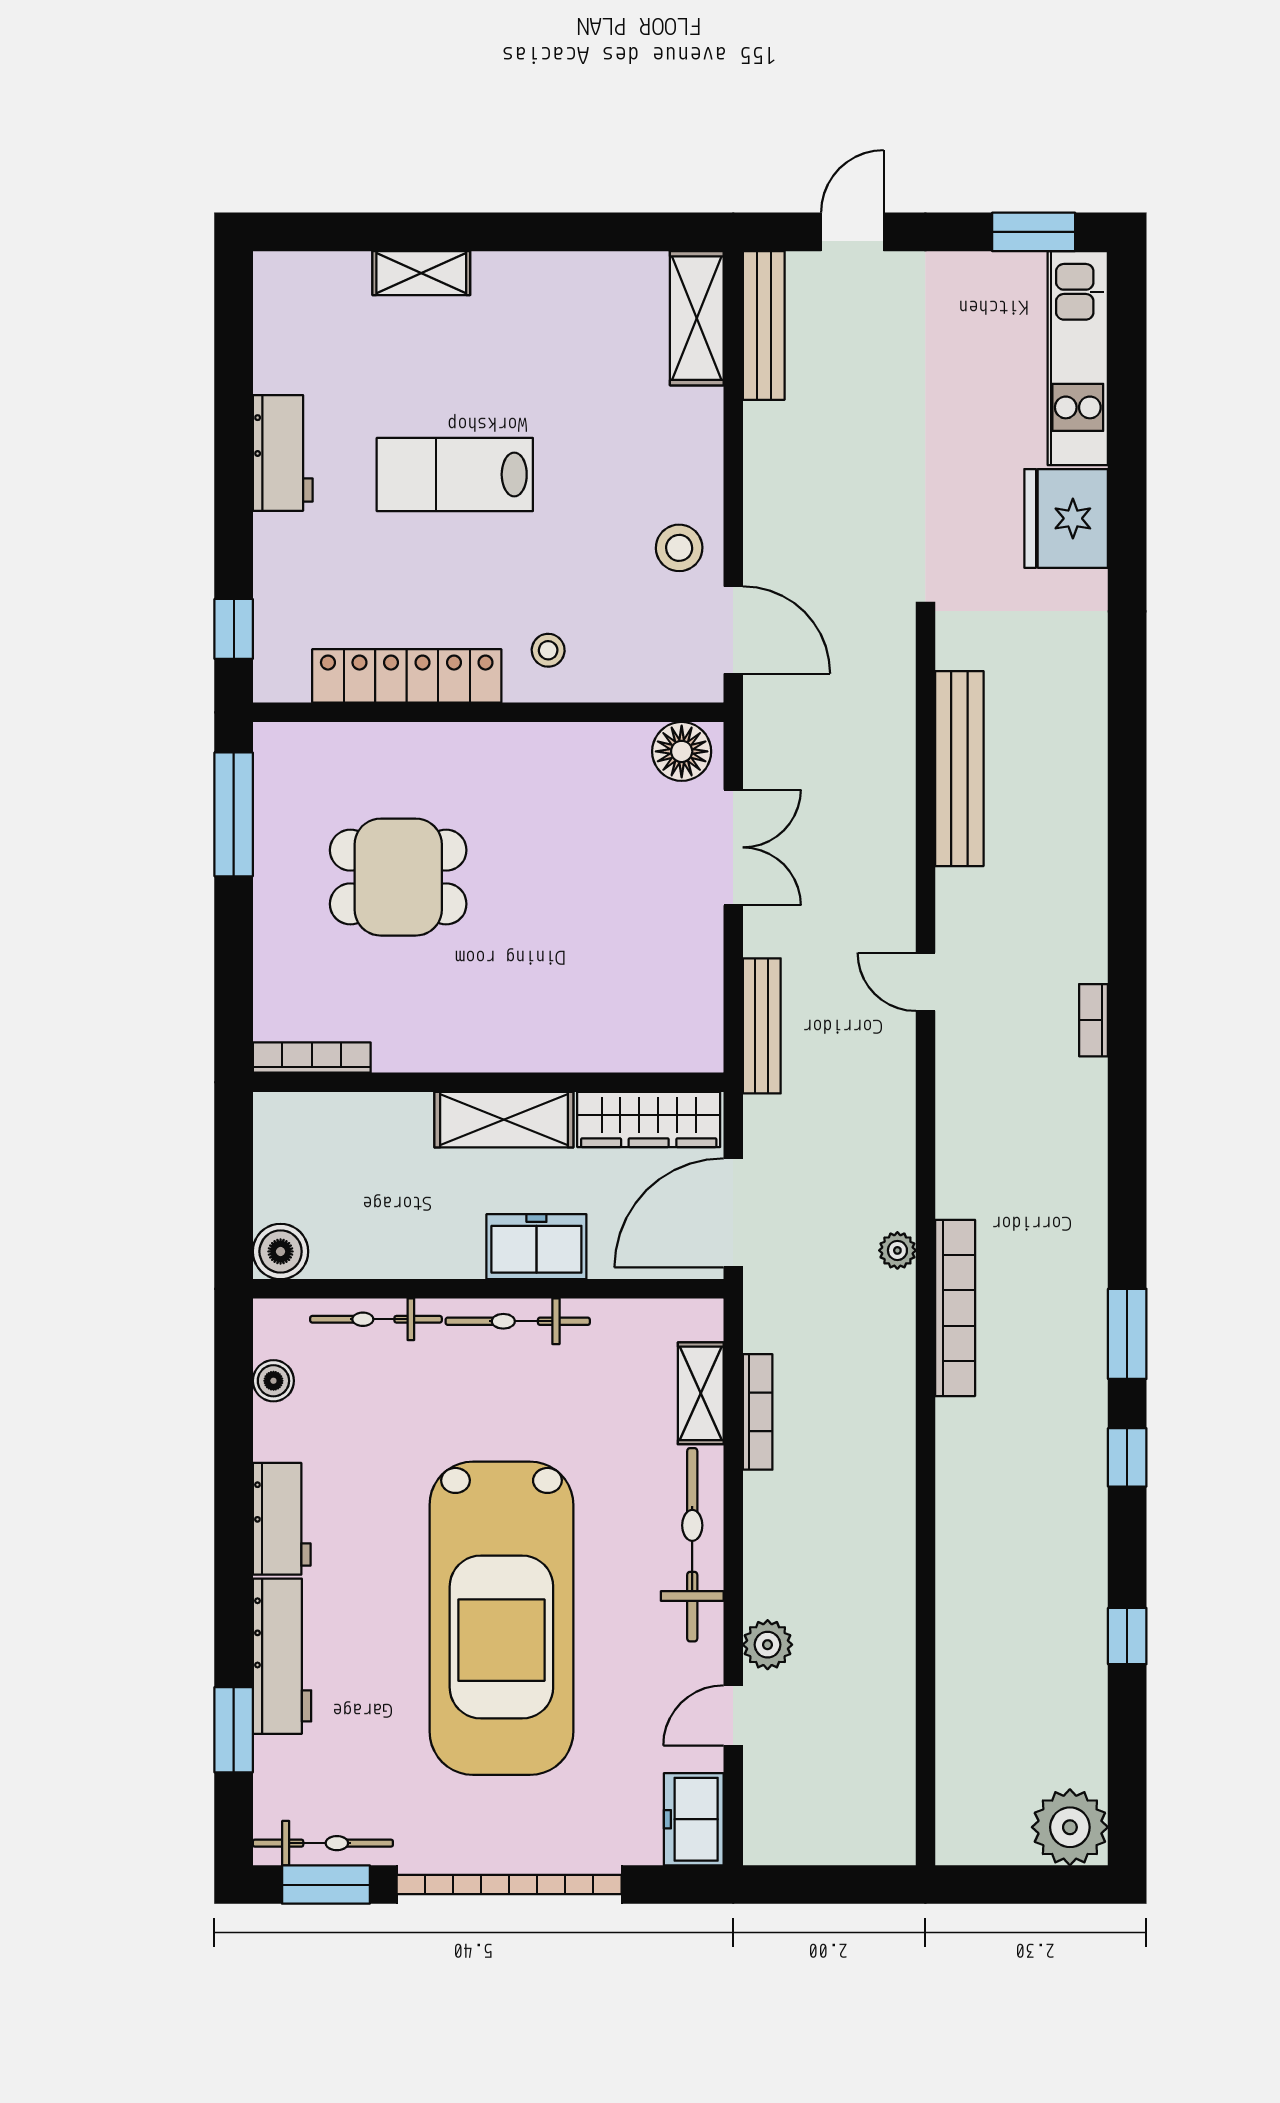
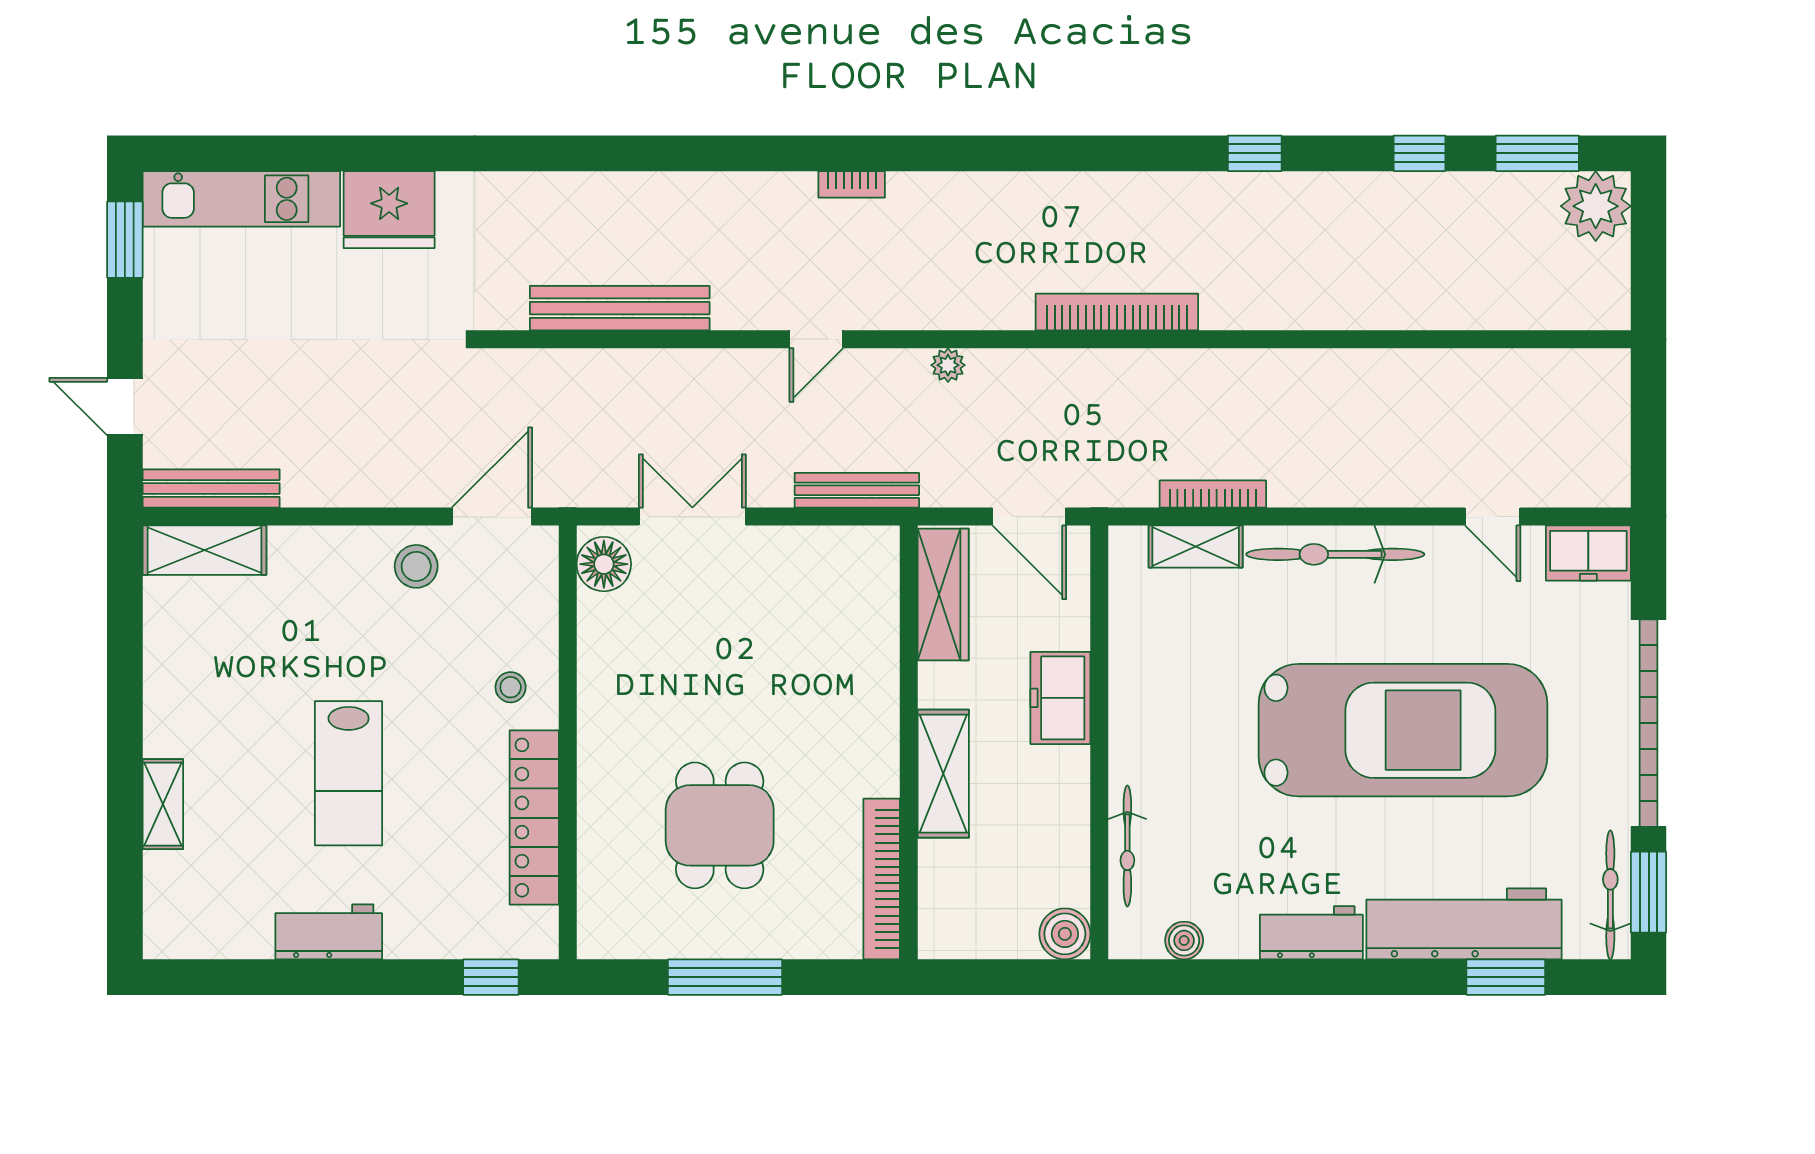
window: (234, 814) -> (725, 977), moved
bookcase: (312, 1058) -> (882, 879), width x1.48, depth x1.31
shelving: (504, 1120) -> (943, 774), moved
door: (733, 1213) -> (1029, 517), width x0.73
plant: (897, 1250) -> (948, 365), moved
bicycle: (518, 1321) -> (1129, 715), removed
window: (1127, 1334) -> (1537, 153), moved
plant: (768, 1645) -> (1427, 485), removed
workbench: (282, 1656) -> (1464, 924), width x1.36, depth x1.32

